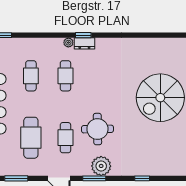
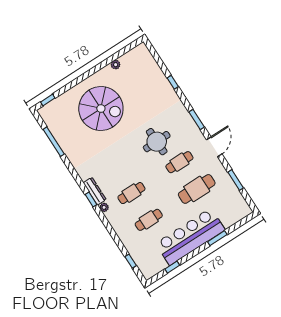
window: (158, 35) -> (54, 142), added
dresser: (84, 43) -> (95, 191), width x1.44
plant: (101, 166) -> (184, 120), removed

